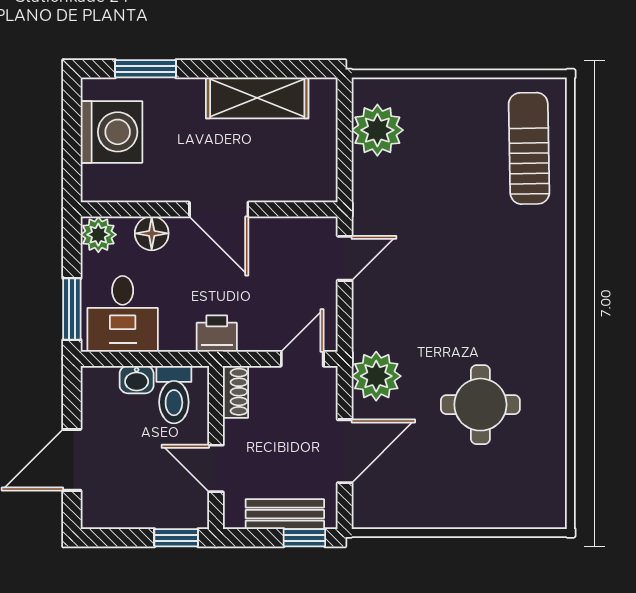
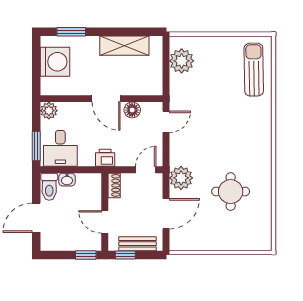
floor lamp: (152, 233) -> (132, 110), moved
toilet: (174, 395) -> (49, 187), moved
window: (304, 538) -> (125, 255), moved

